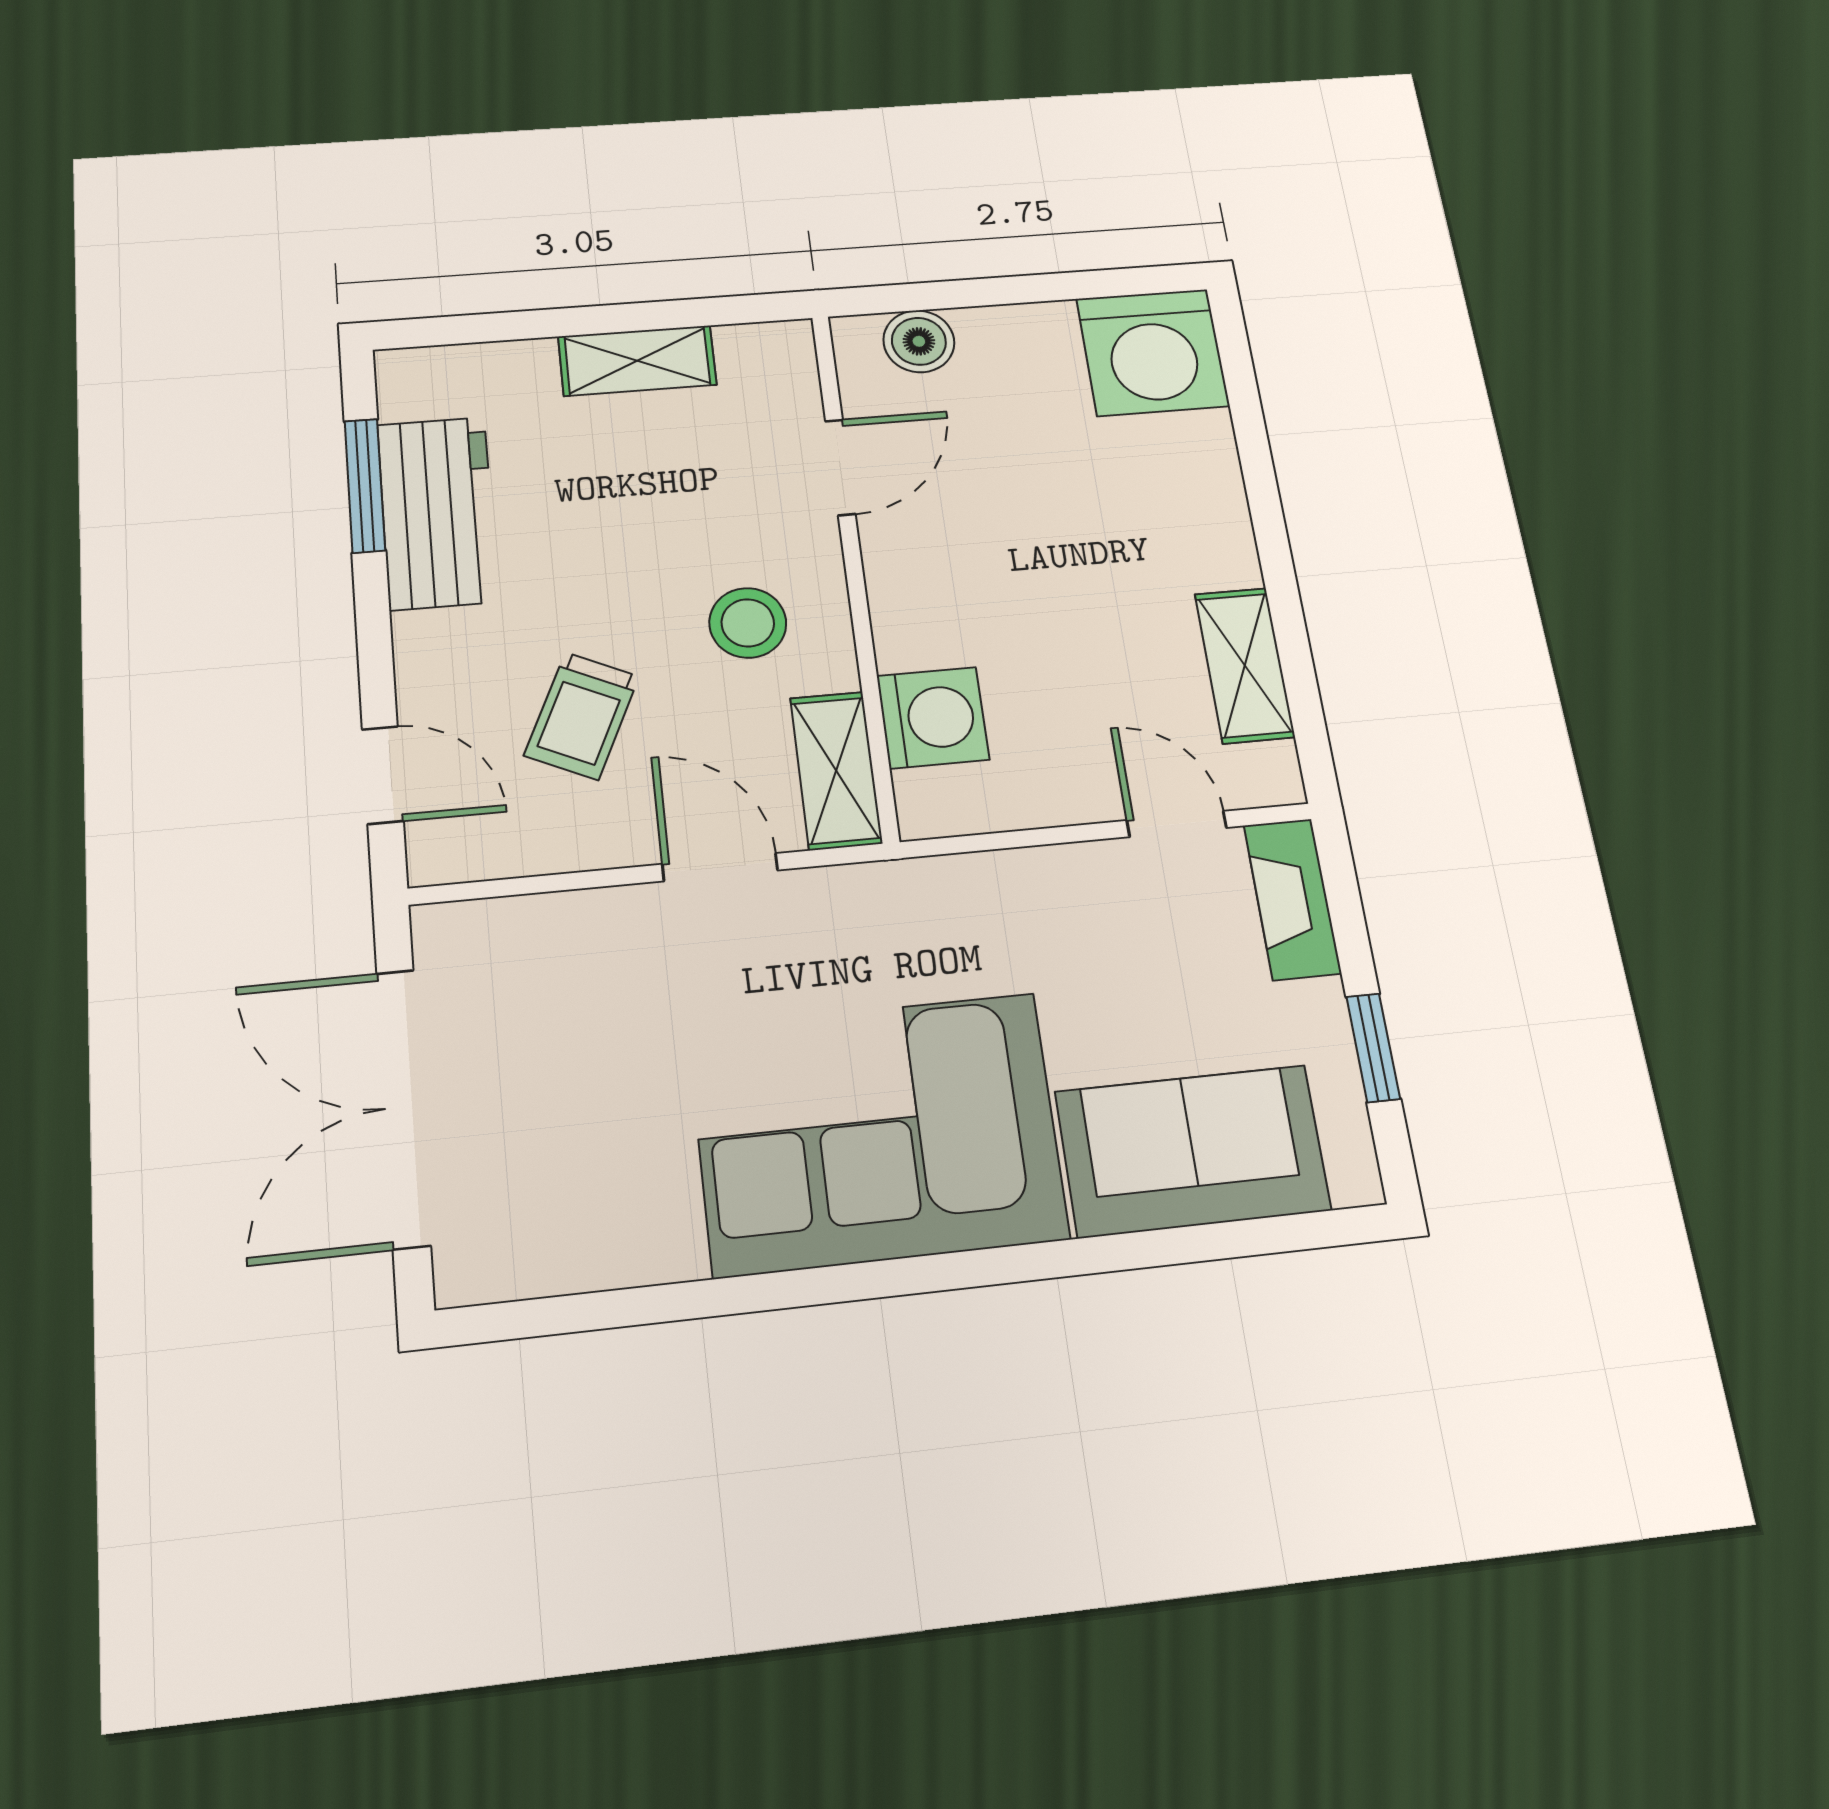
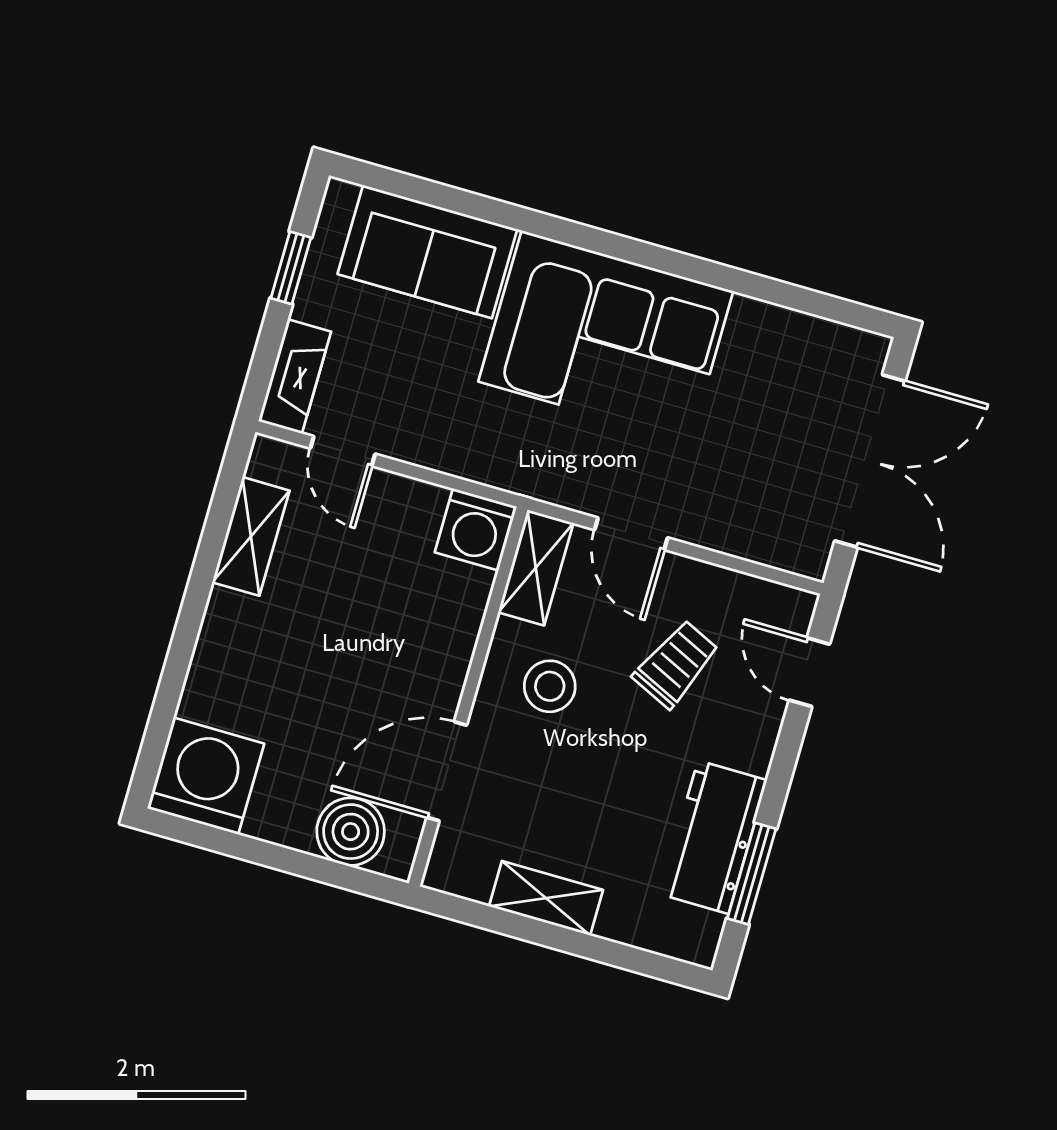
boiler: (919, 341) -> (351, 832), width x1.36, depth x1.36
door: (840, 467) -> (447, 771), width x1.38
washing machine: (933, 718) -> (476, 529), moved, turned -90

